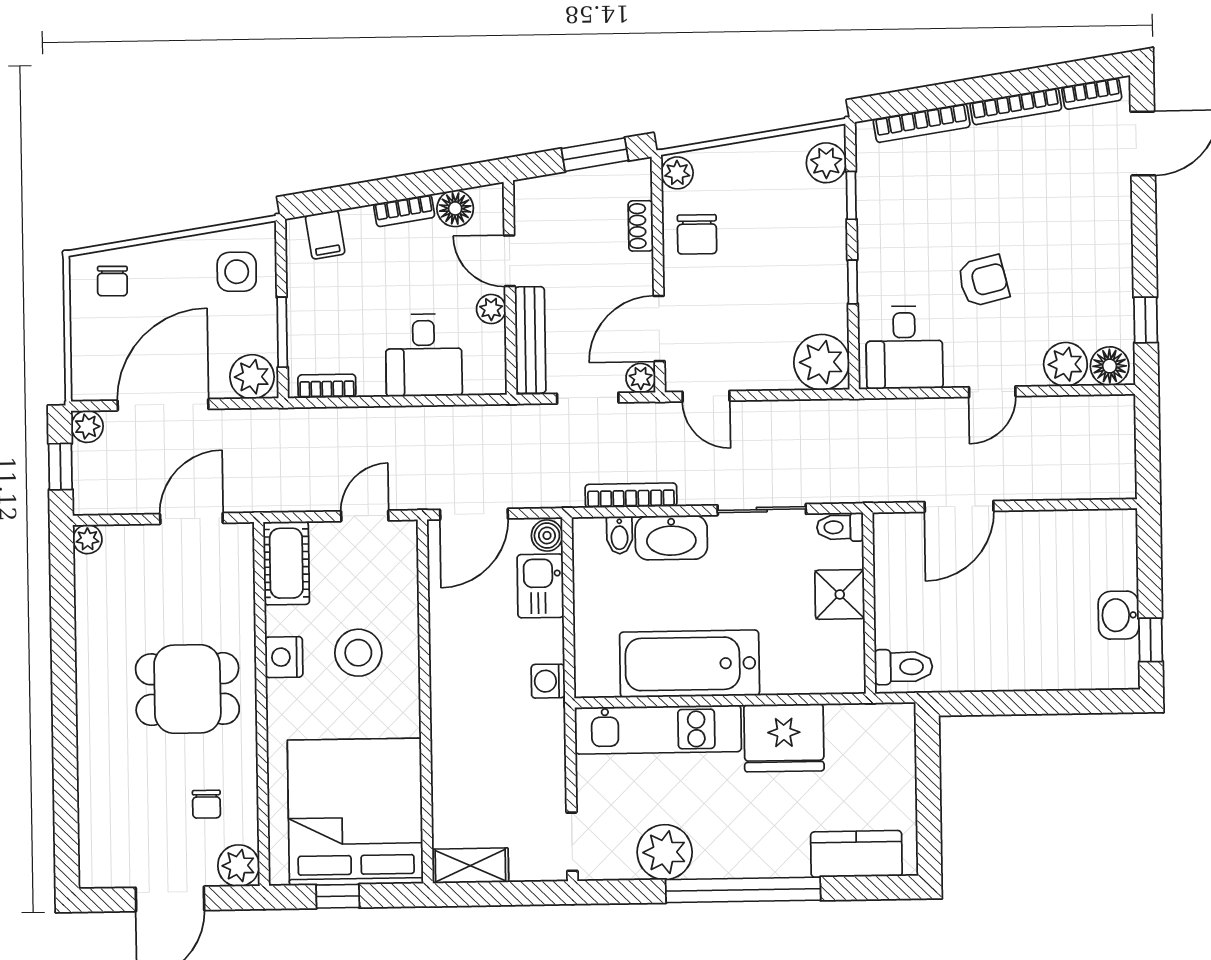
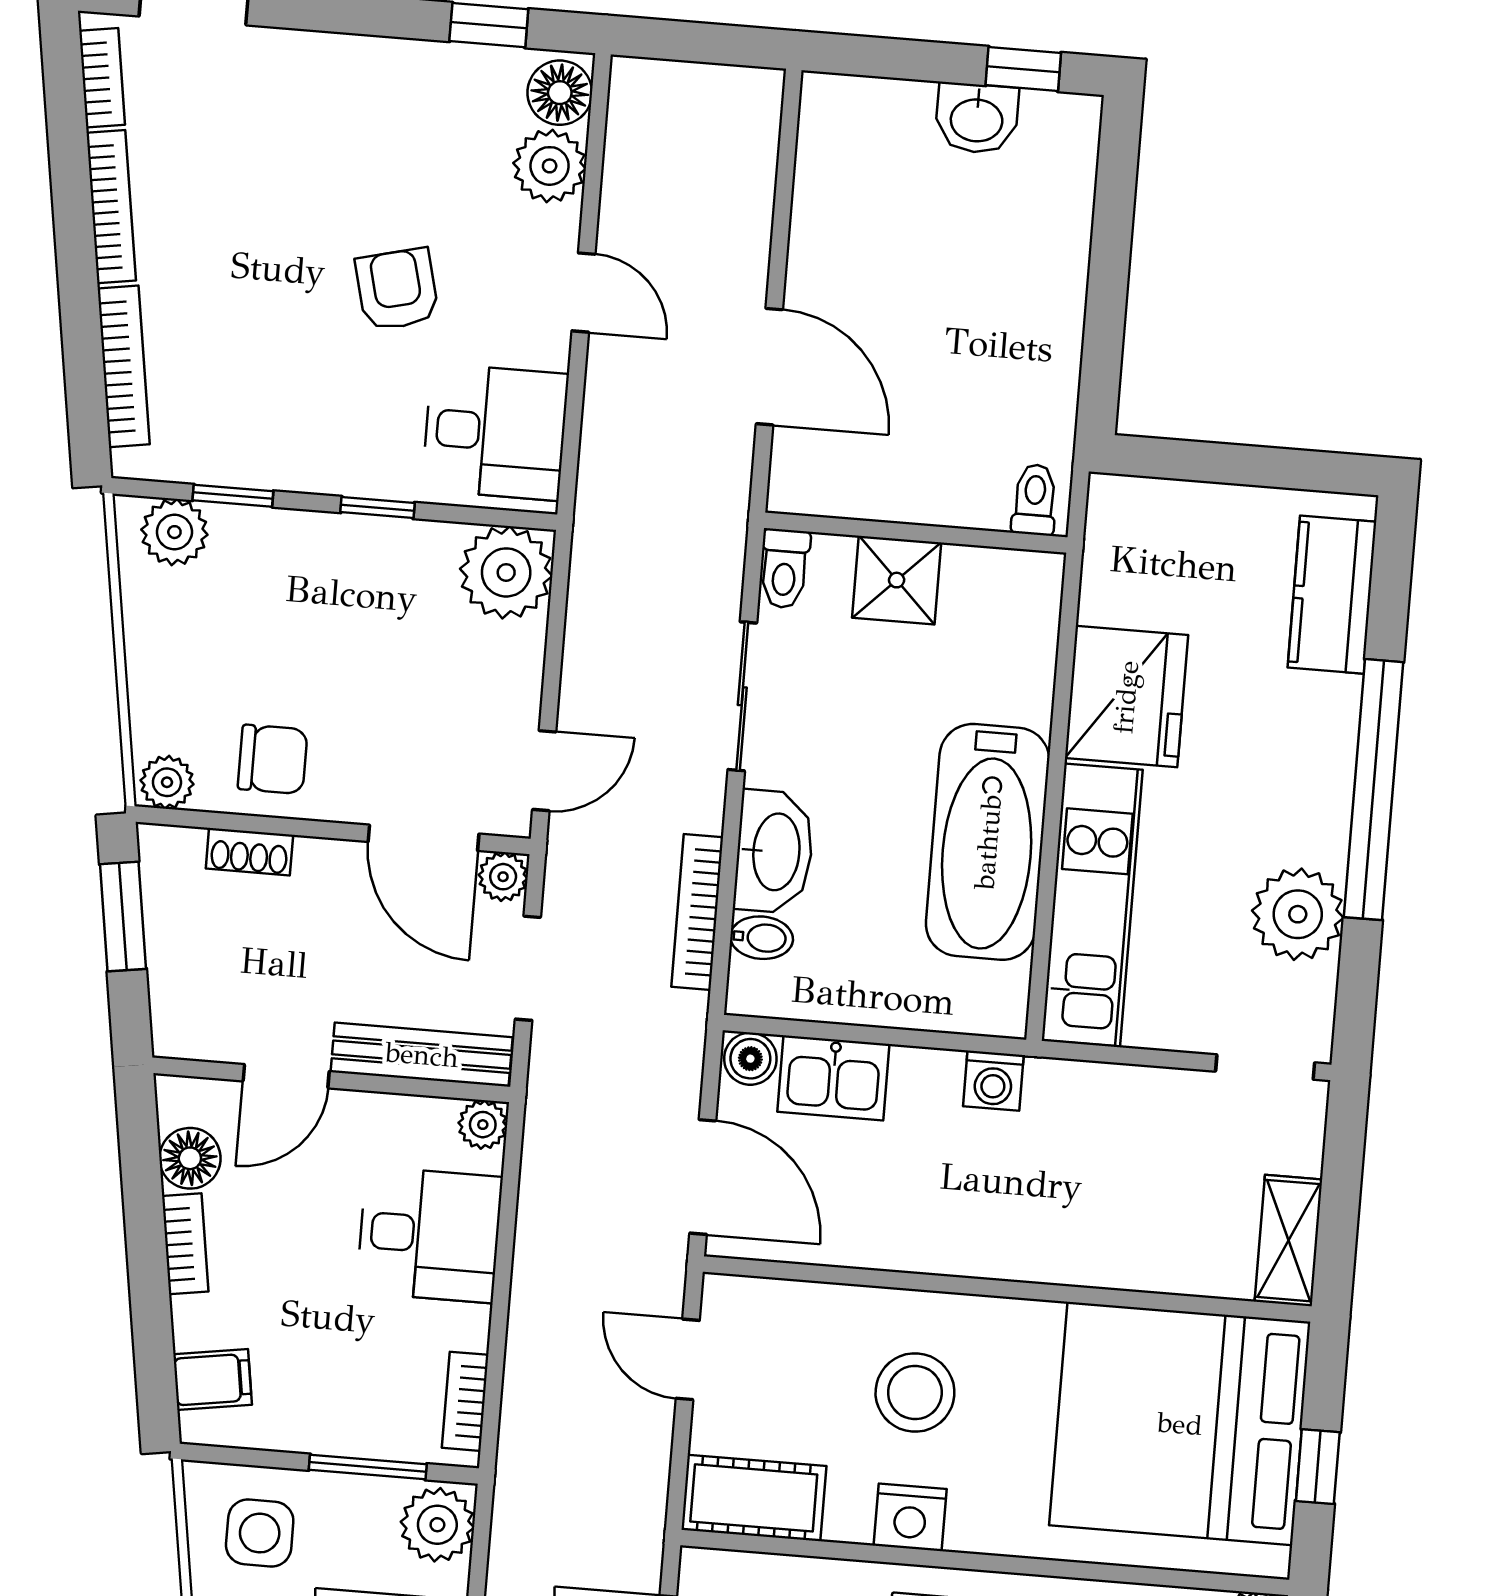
plant: (491, 309) -> (483, 1125), moved
toilet: (903, 667) -> (1035, 500), width x0.73, depth x0.72

